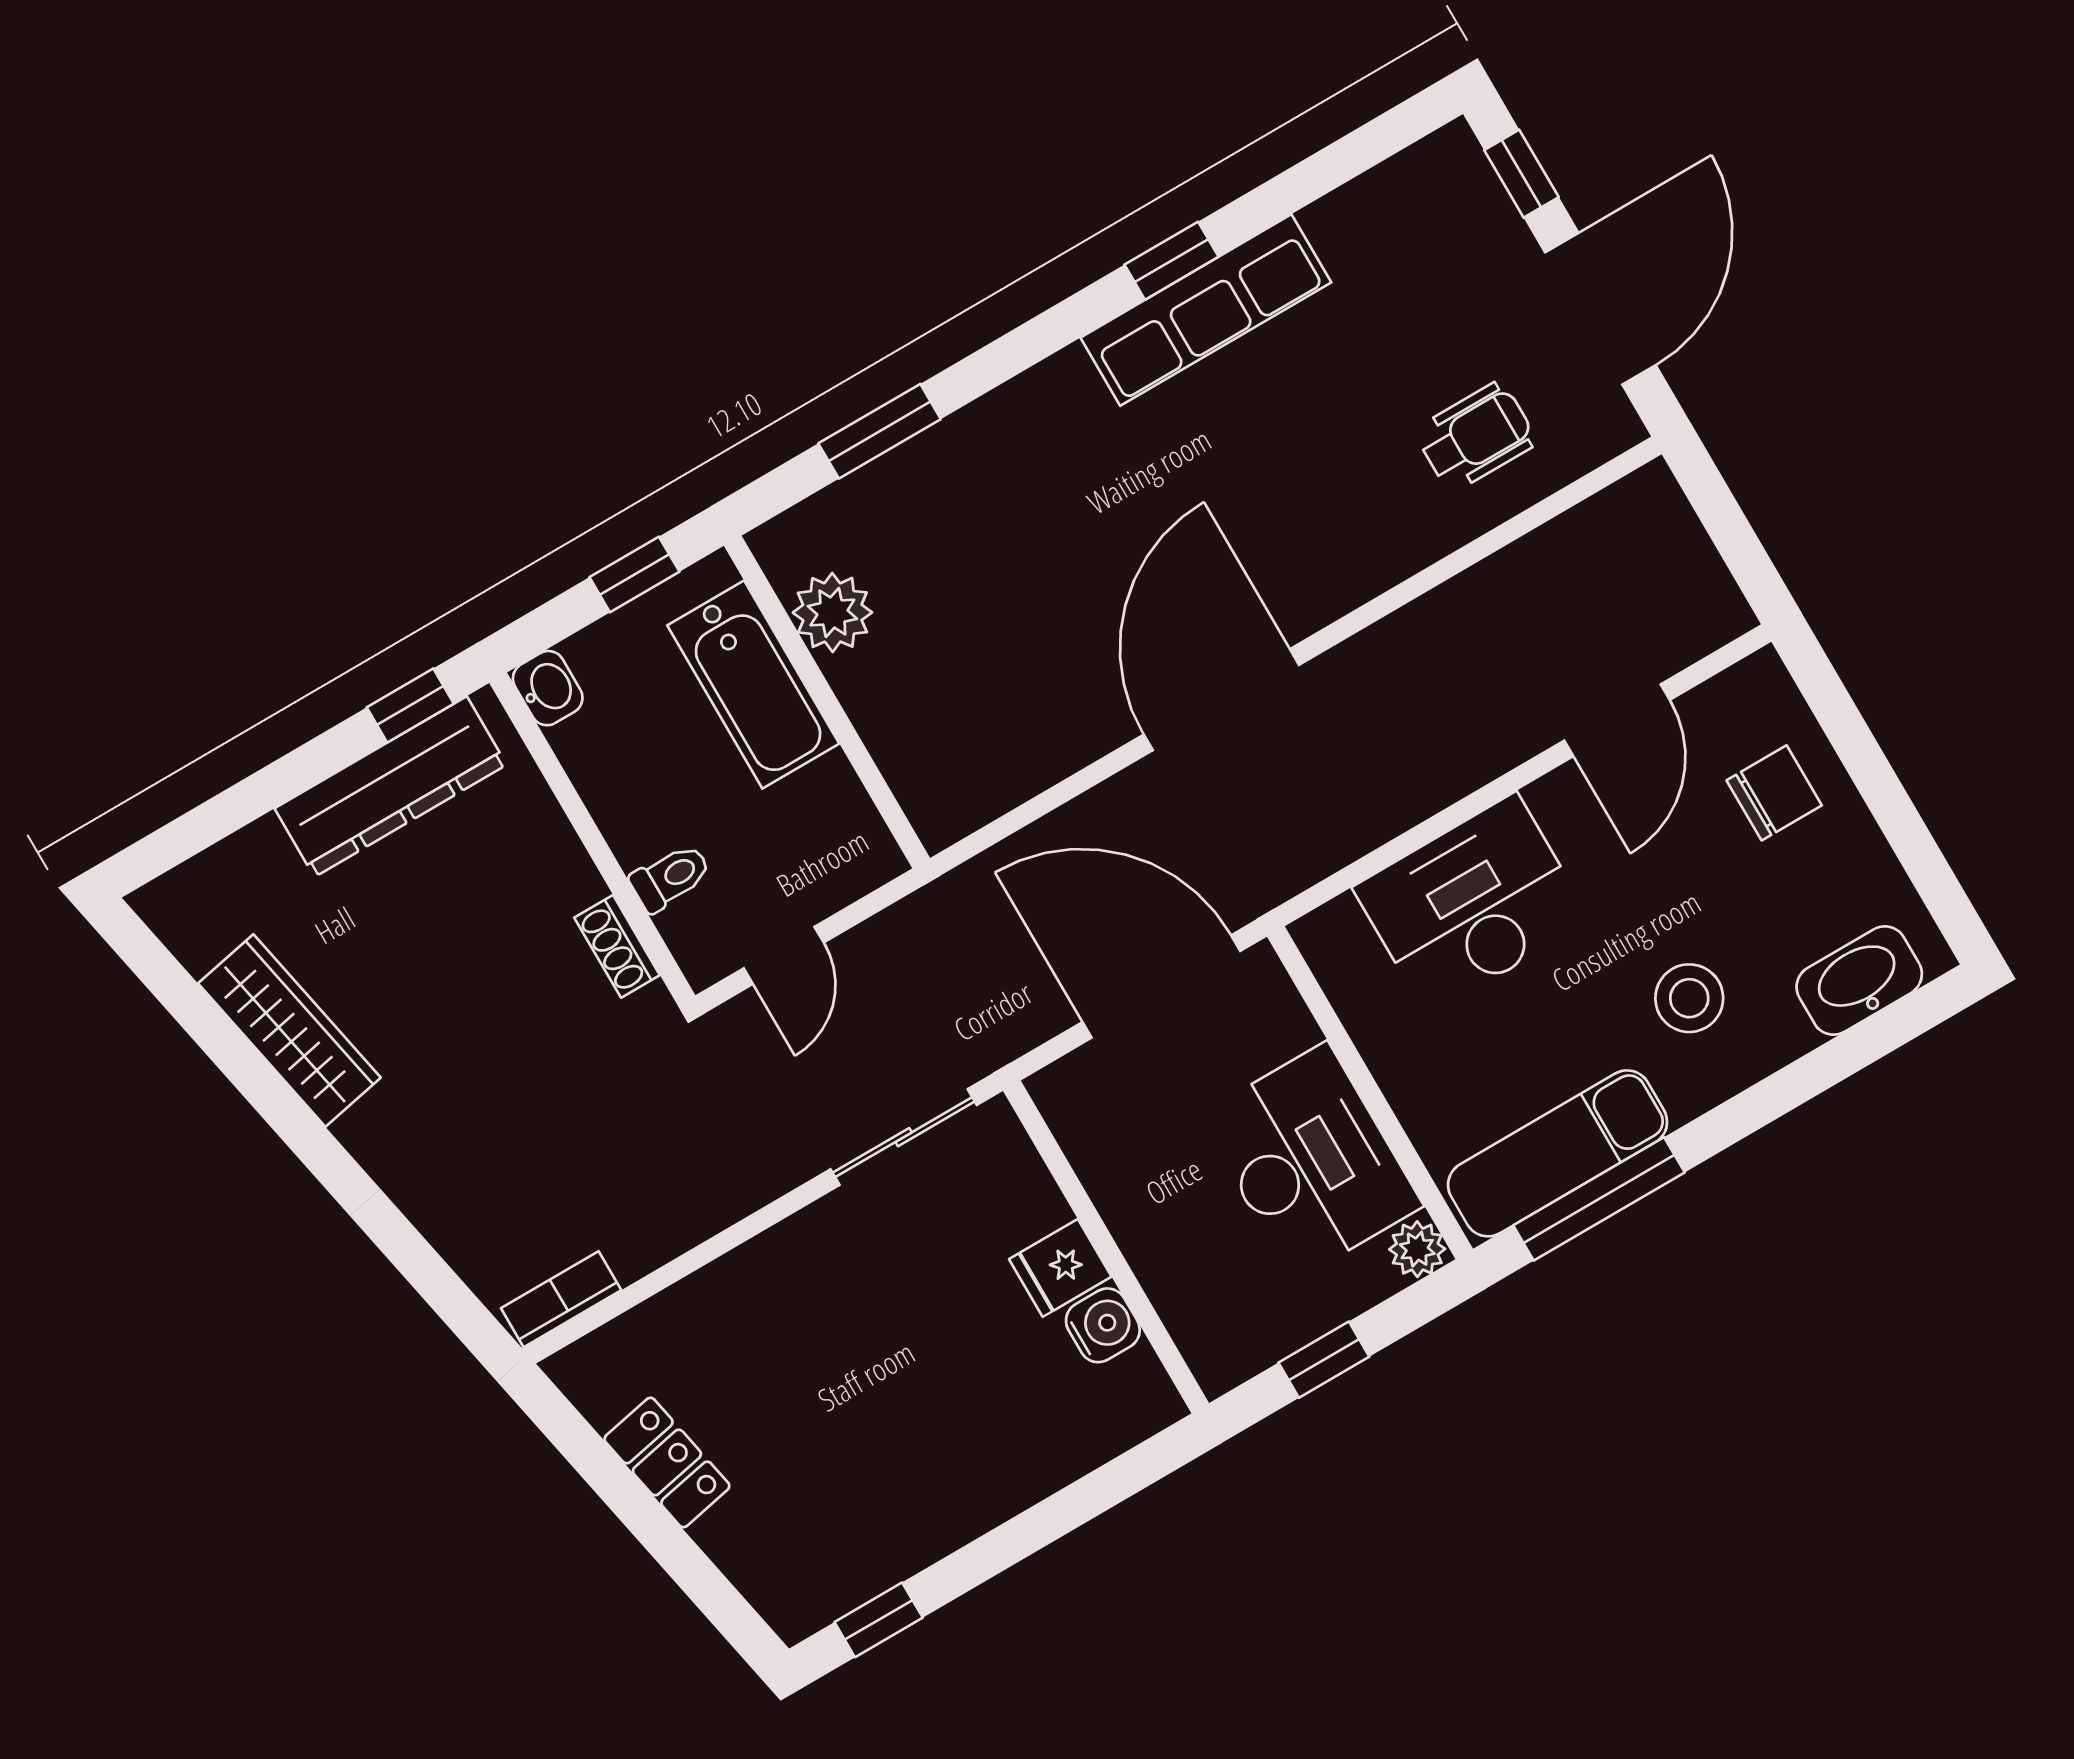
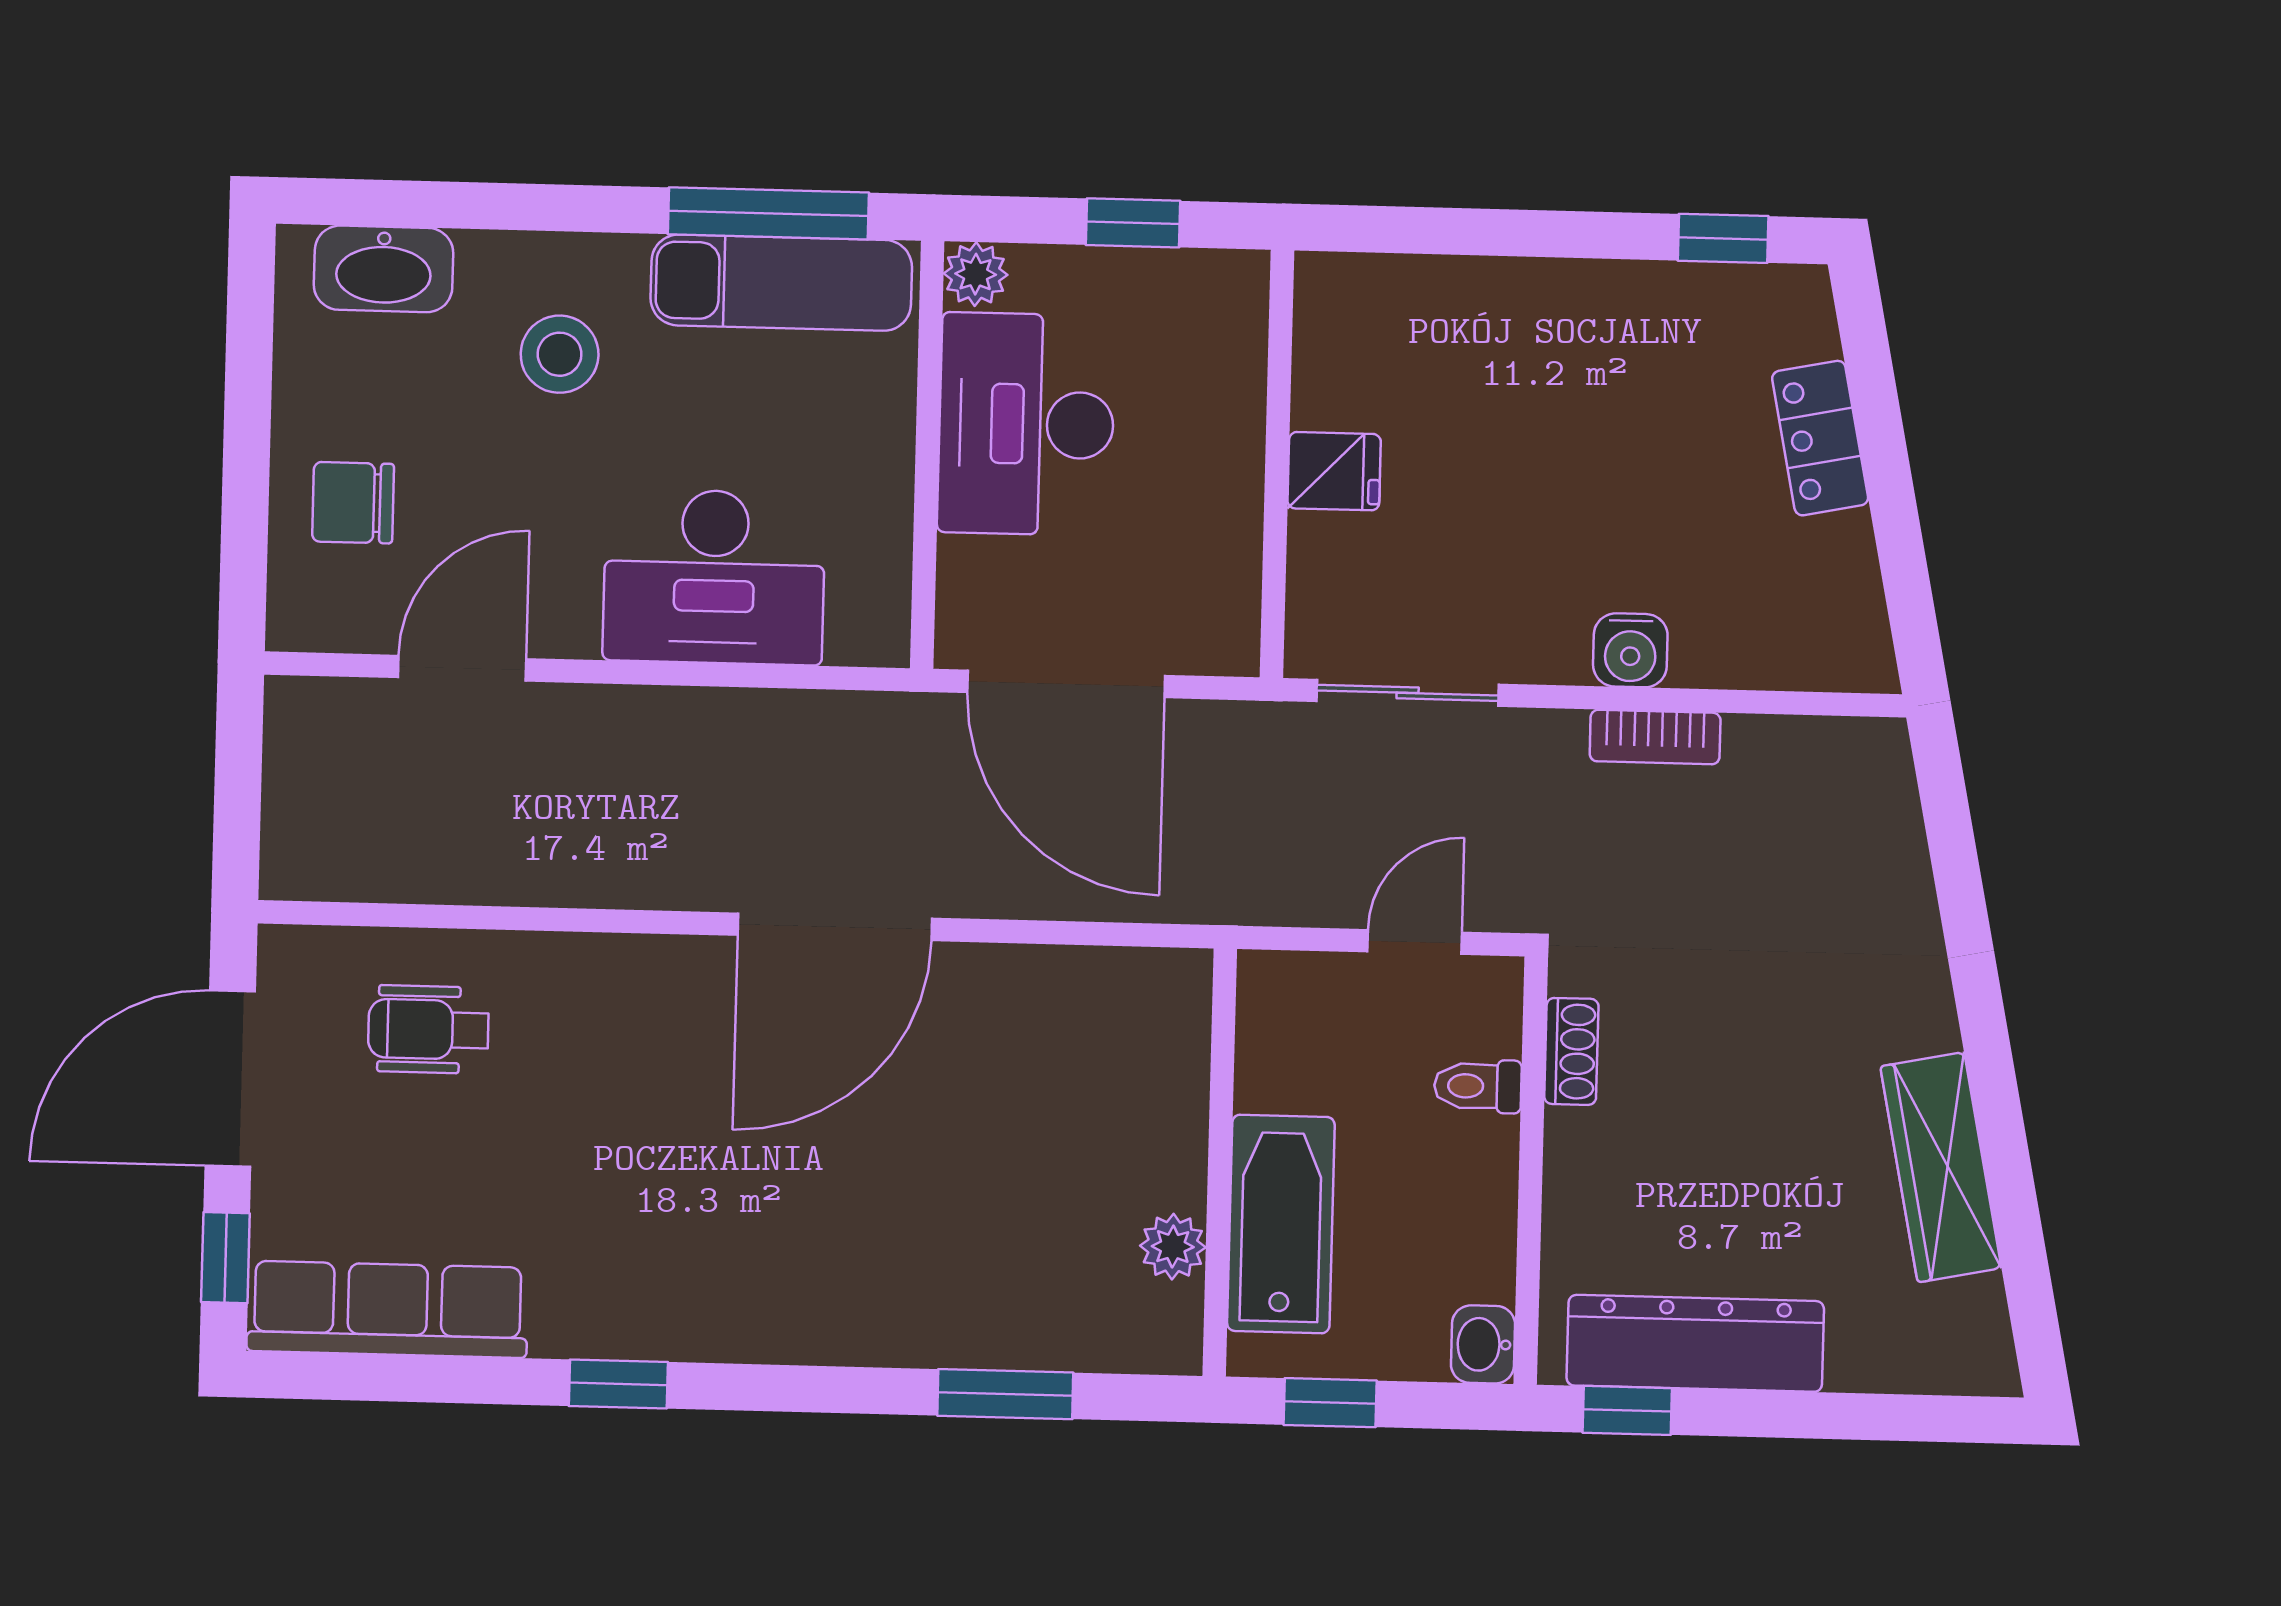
row of seats: (1206, 310) -> (388, 1309), moved
plant: (832, 612) -> (1173, 1247), width x0.73, depth x0.73
bookcase: (561, 1299) -> (1655, 737), moved
water cooler: (1103, 1325) -> (1630, 650), moved, turned -90
locker: (667, 1462) -> (1820, 438), moved

